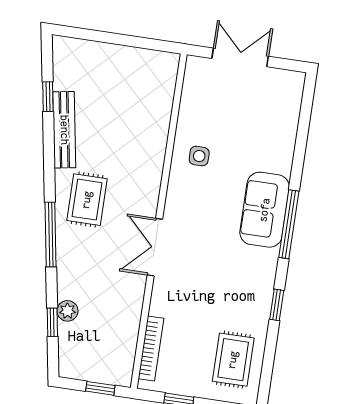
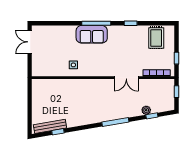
double door: (240, 57) -> (30, 42), moved
bench: (64, 130) -> (50, 126), moved
rug: (87, 200) -> (99, 109), removed
double door: (155, 247) -> (126, 78), moved
rug: (233, 360) -> (156, 38), turned 90

